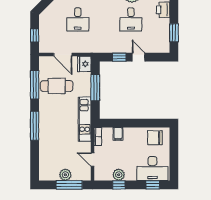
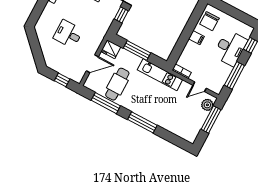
desk: (78, 19) -> (68, 34), turned 180
filing cabinet: (118, 134) -> (196, 38), moved
desk: (152, 169) -> (230, 48), moved
plant: (65, 175) -> (207, 105), moved
plant: (119, 175) -> (225, 71), removed
window: (119, 185) -> (234, 75), width x2.17

